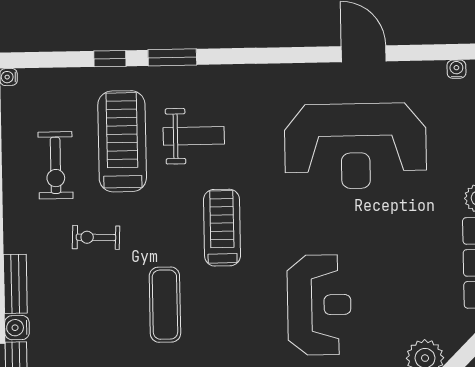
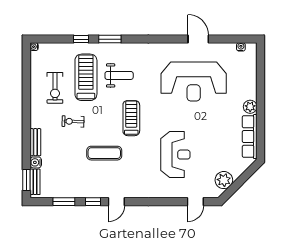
exercise mat: (165, 305) -> (104, 153), turned 90

